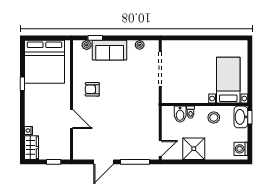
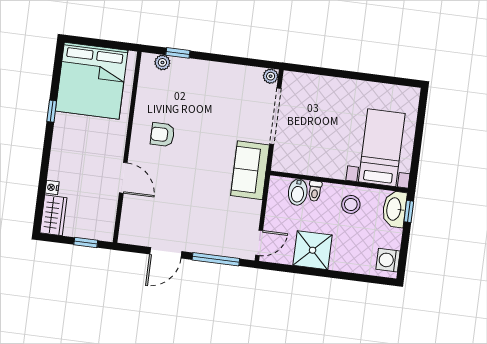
plant: (140, 45) -> (271, 76), moved
sofa: (110, 50) -> (250, 170), moved, turned 90

